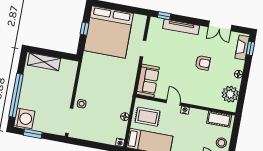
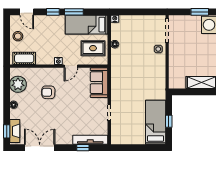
window: (164, 16) -> (83, 148), moved
double door: (220, 26) -> (40, 148), width x1.37
tv unit: (181, 27) -> (90, 140), moved
bed: (109, 32) -> (156, 122), width x0.49
armchair: (203, 63) -> (48, 92), moved
door: (173, 103) -> (71, 66), hinge flipped

